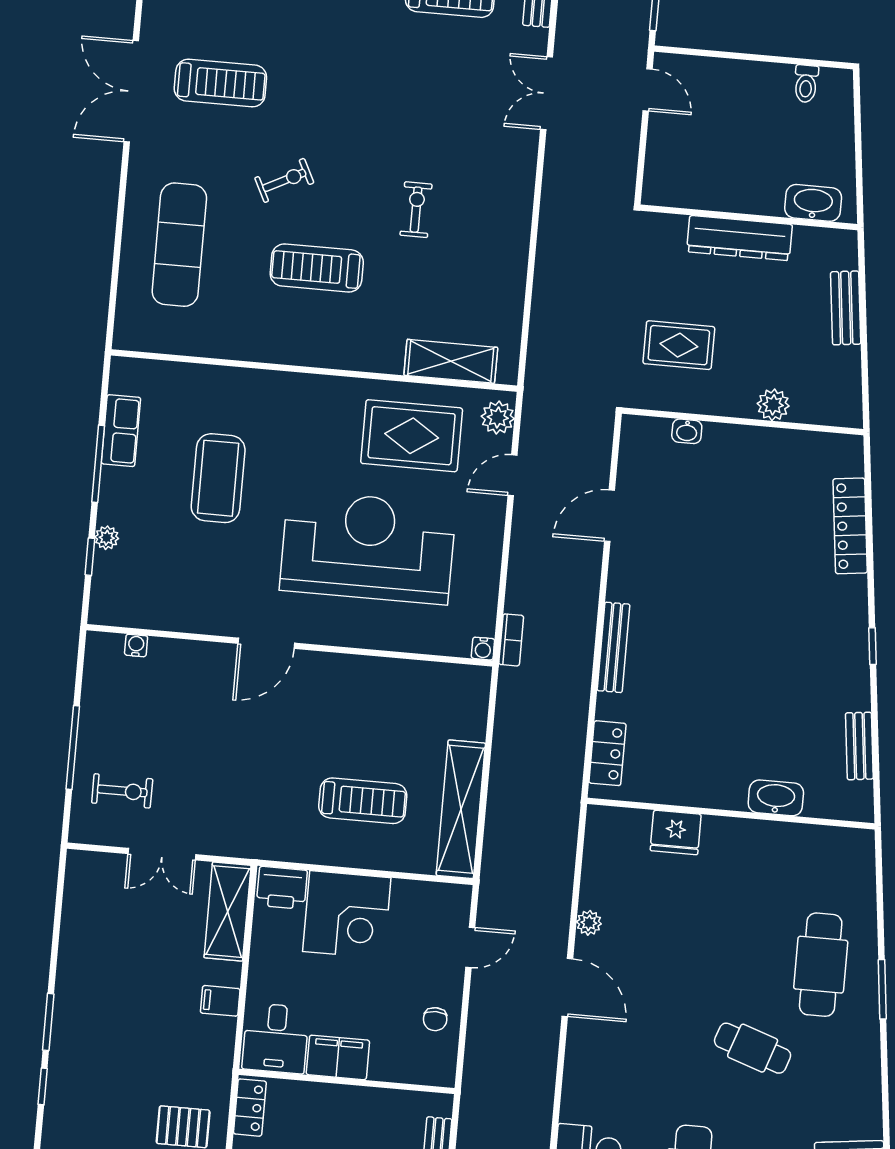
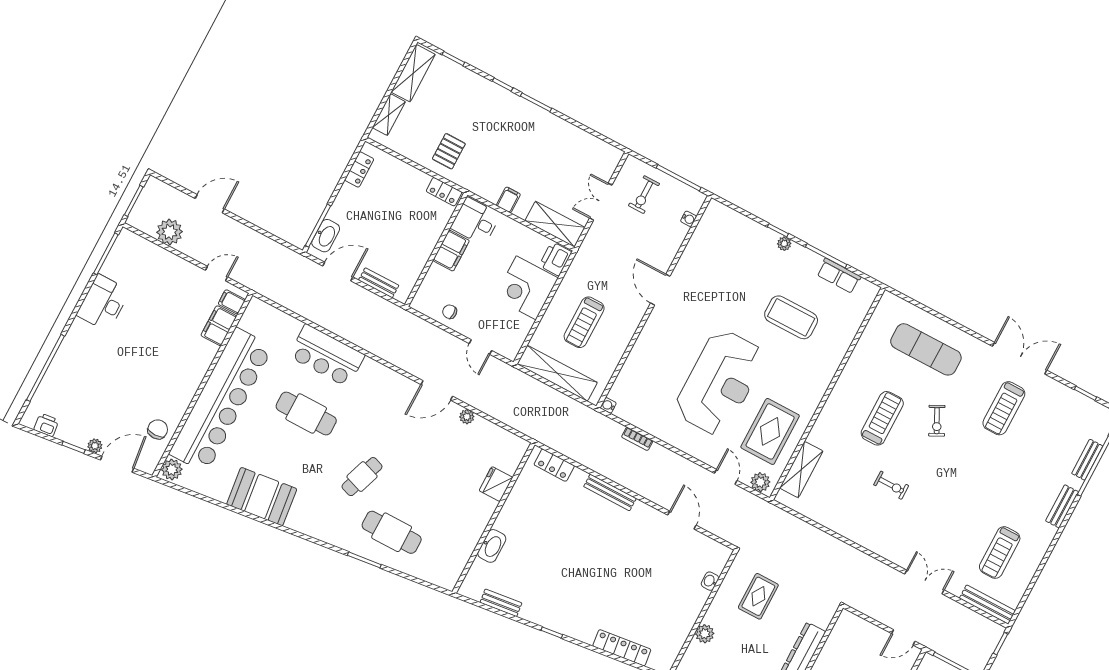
door: (266, 643) -> (660, 290), moved
water cooler: (136, 645) -> (689, 219), moved
wall: (290, 645) -> (654, 302), moved
water cooler: (483, 649) -> (608, 405), moved

